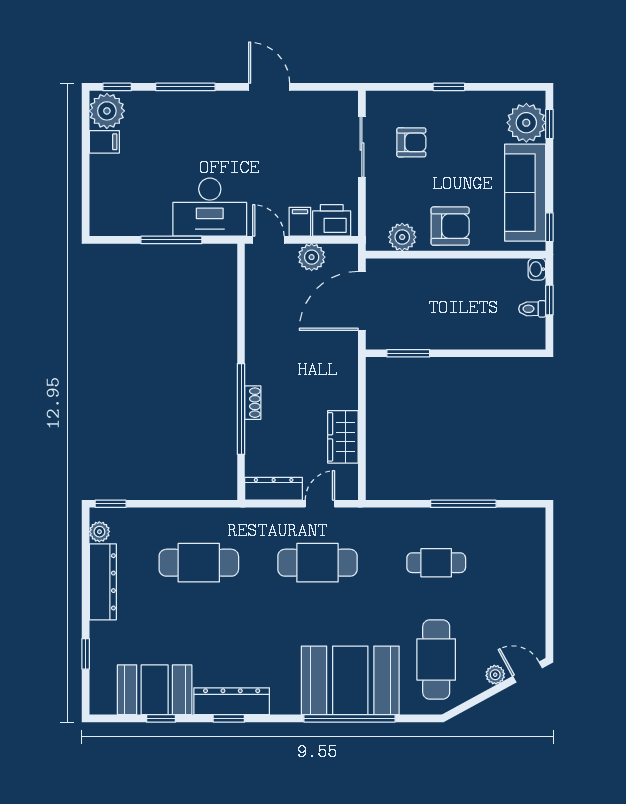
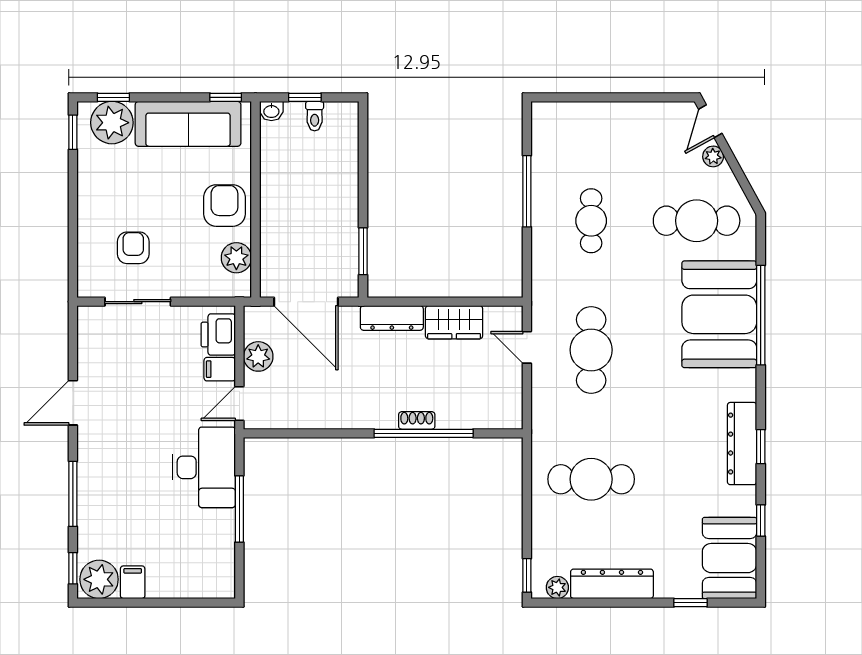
window: (449, 87) -> (73, 132), moved
dresser: (274, 489) -> (392, 318), moved, turned -90
cafe table: (199, 563) -> (591, 479), turned 90
booth: (155, 690) -> (730, 558), moved

